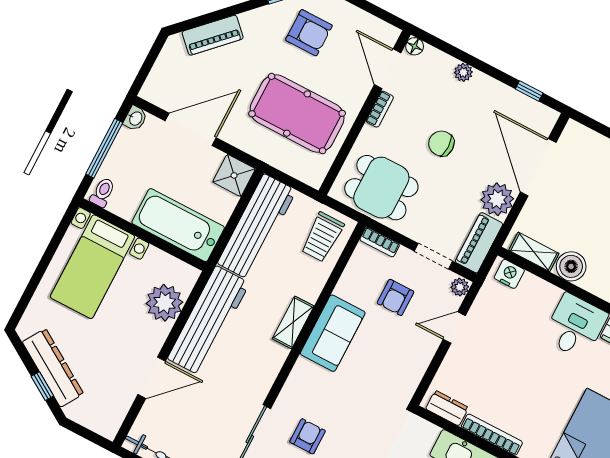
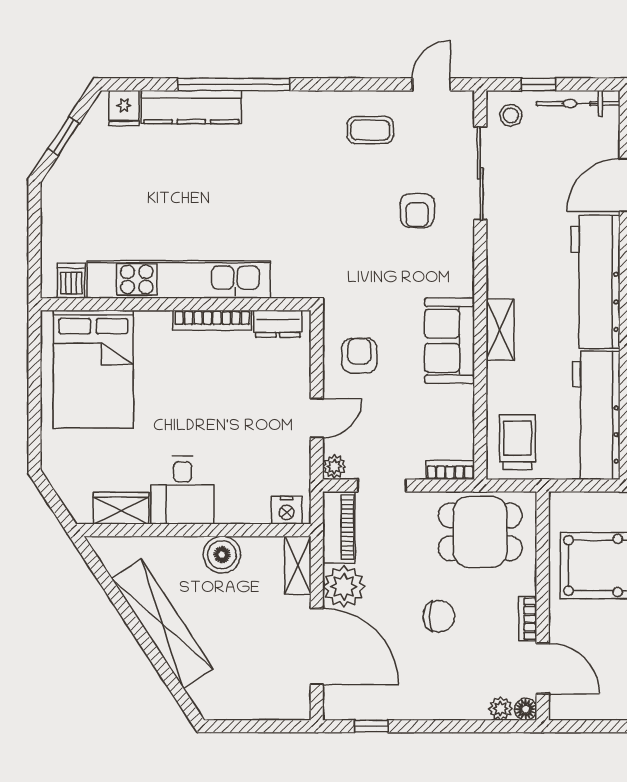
plant: (463, 72) -> (501, 709), moved
shelving: (534, 252) -> (298, 565), moved, turned 90
armchair: (395, 297) -> (359, 356), moved

